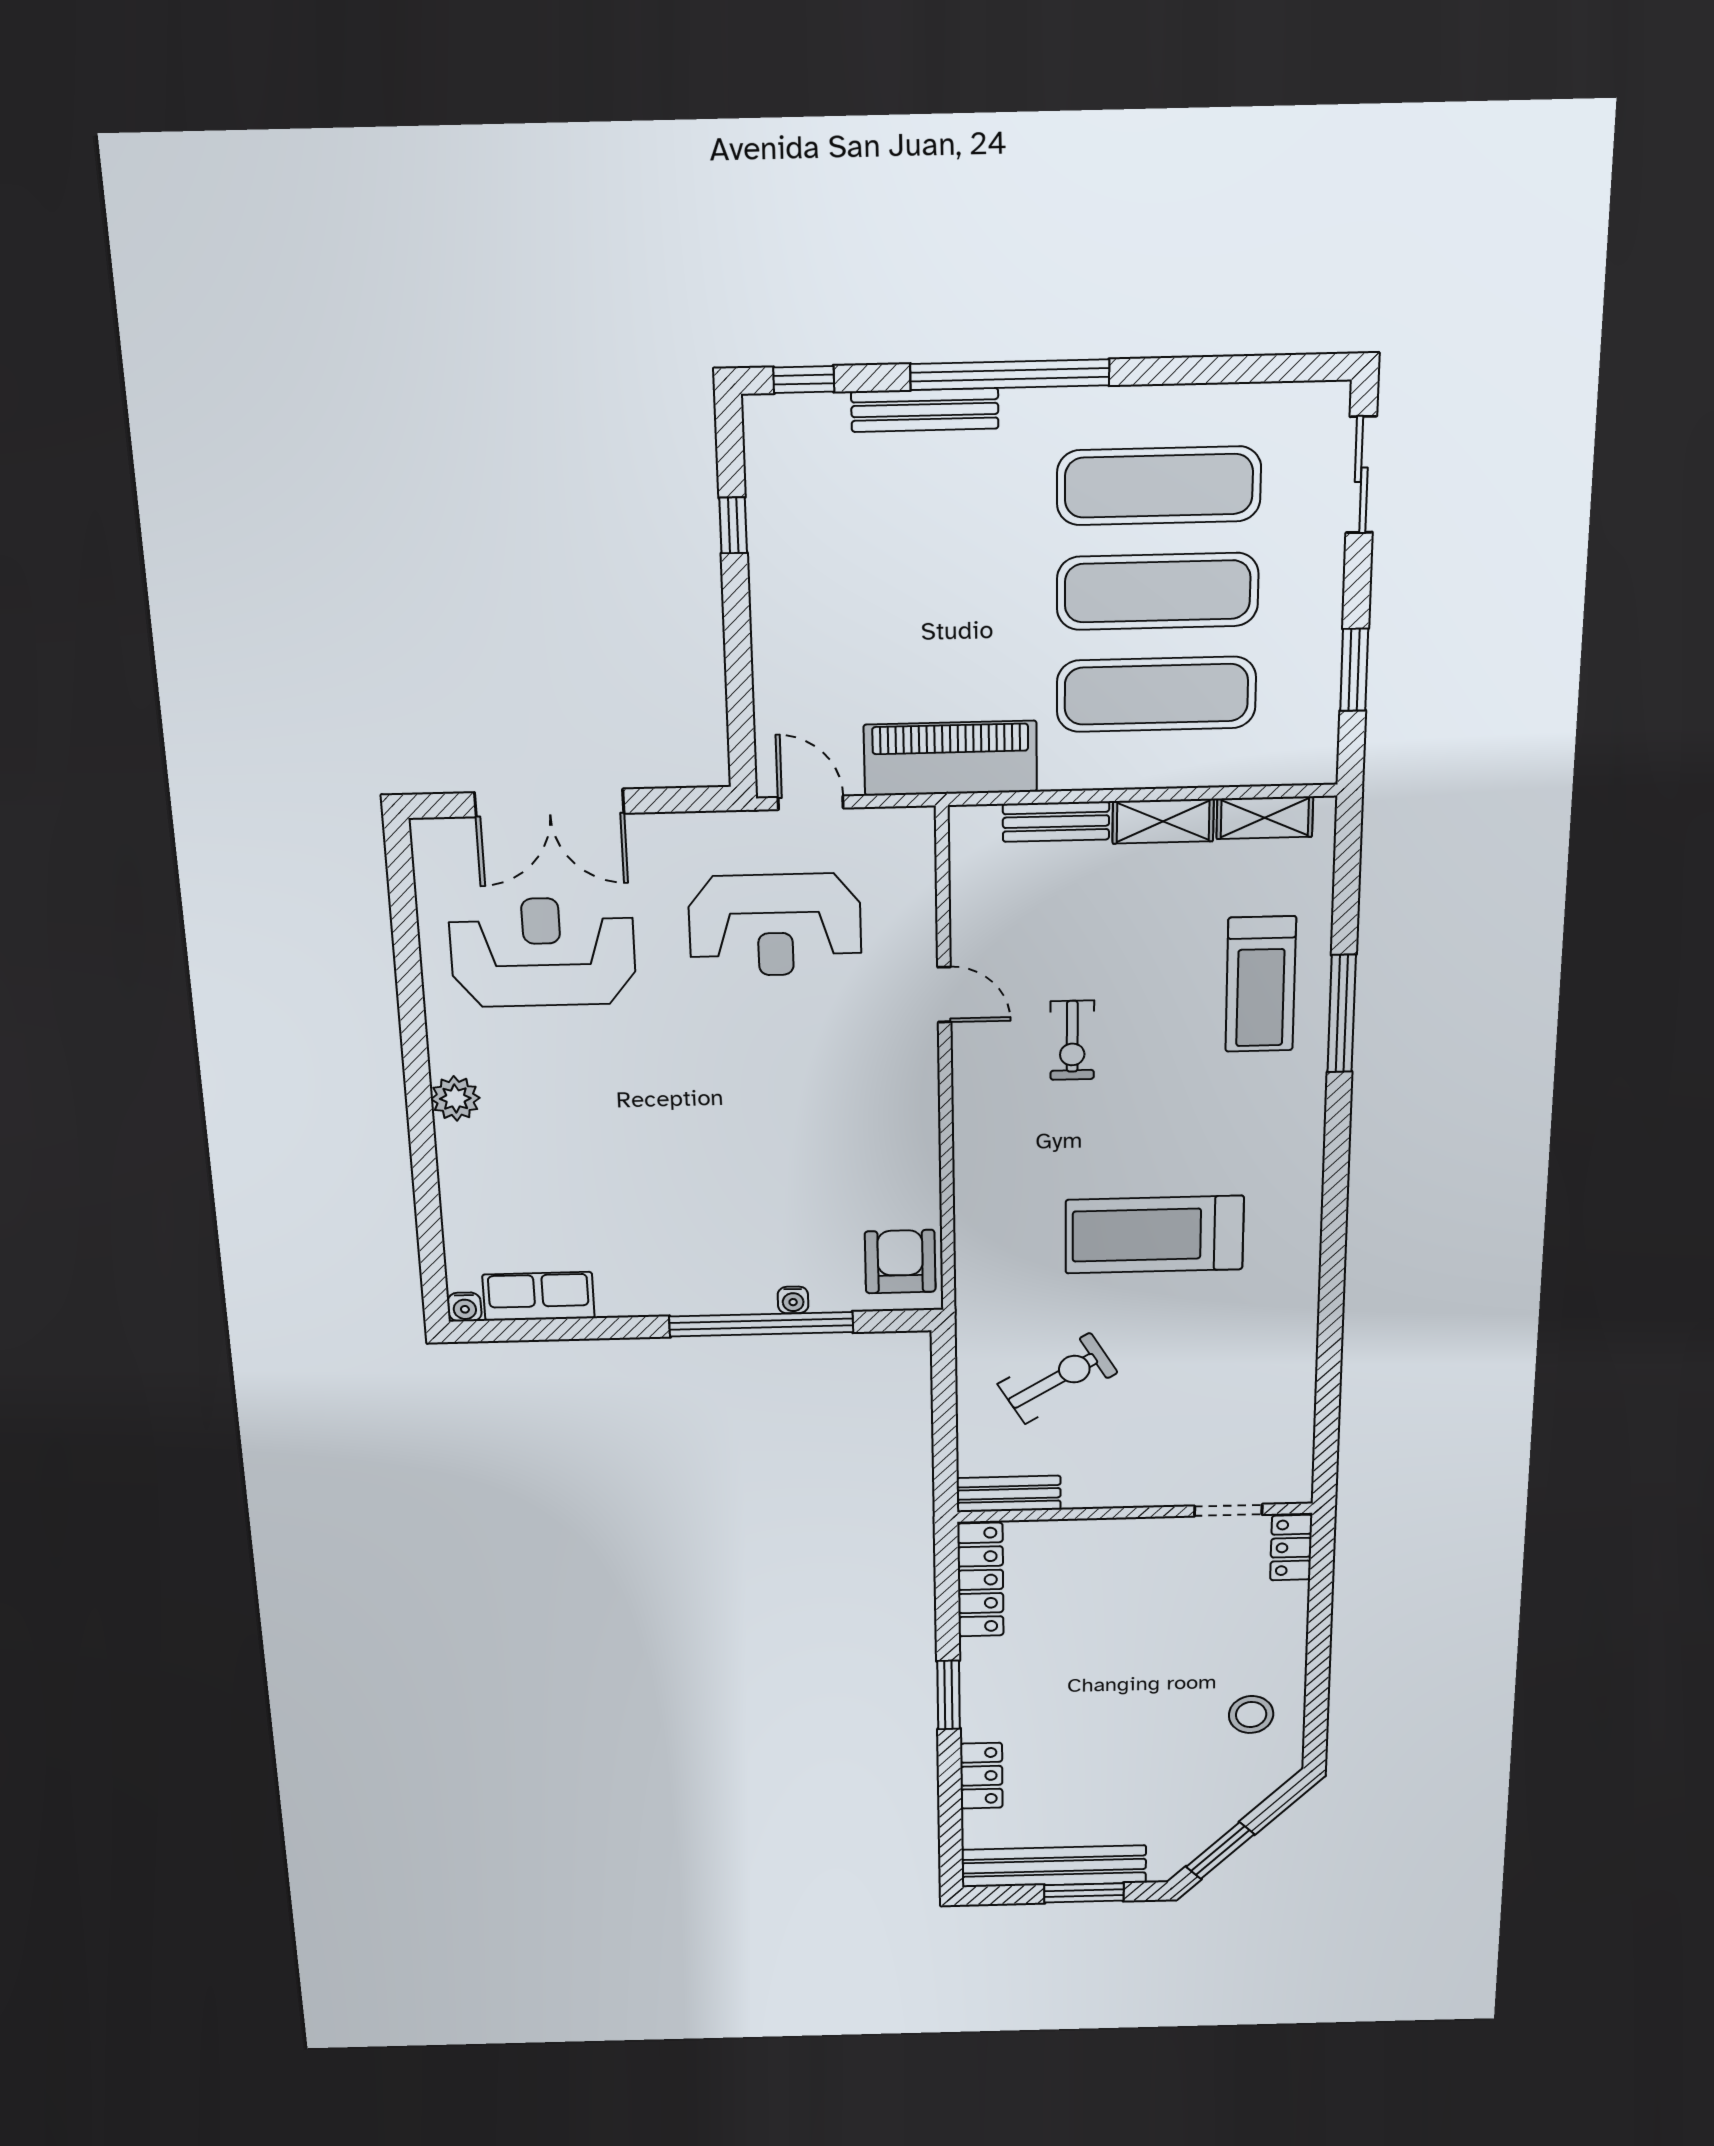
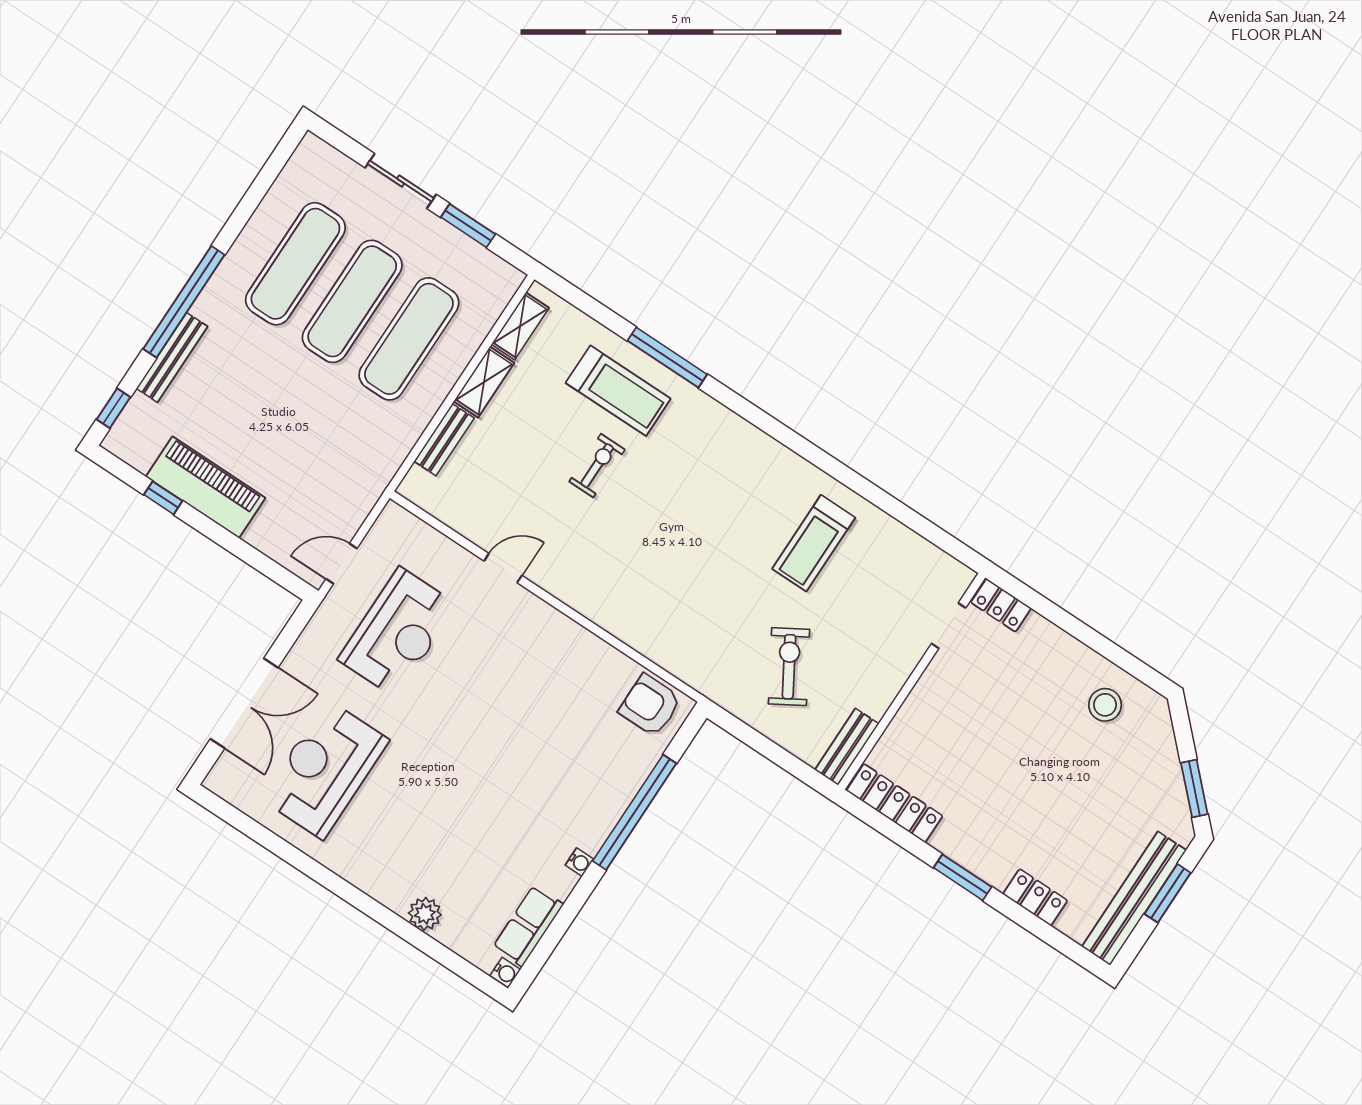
sliding door: (1361, 475) -> (401, 181), moved
piano: (950, 758) -> (206, 487), moved, turned 90
exercise bike: (1072, 1040) -> (597, 466), moved, turned -90
plant: (455, 1098) -> (425, 914), moved
treadmill: (1154, 1235) -> (814, 543), moved, width x0.73, depth x0.73
water cooler: (793, 1300) -> (579, 862), moved

